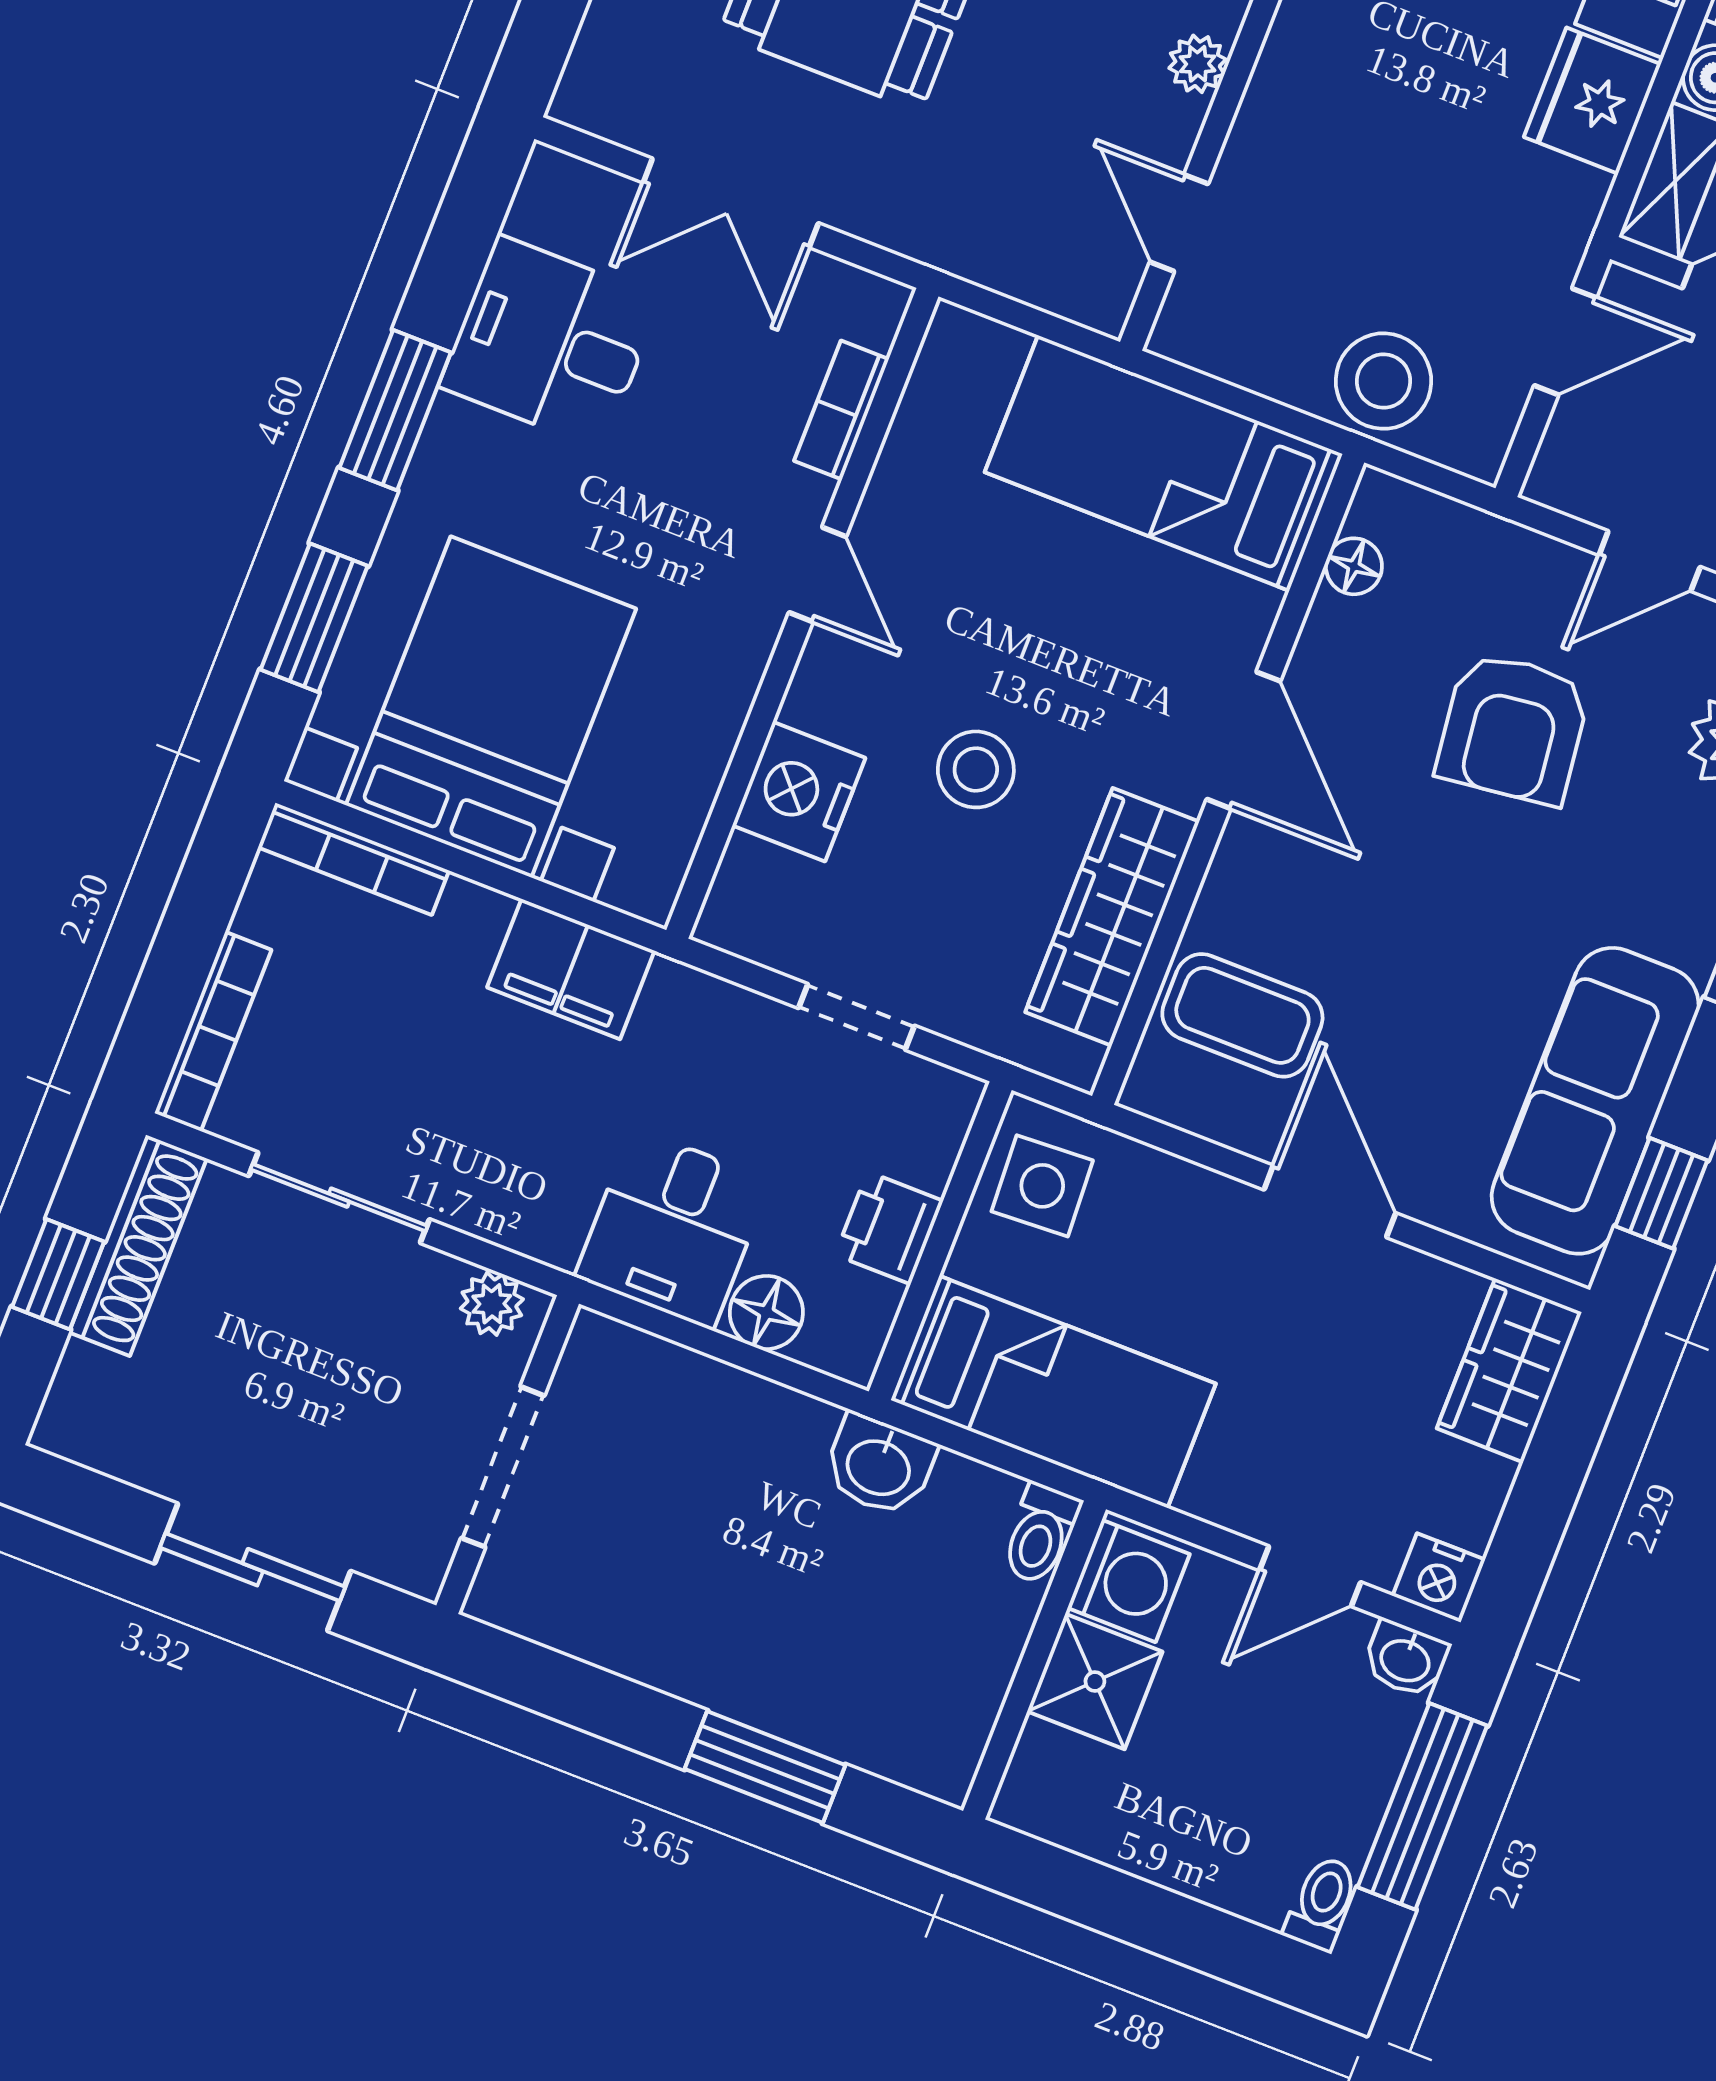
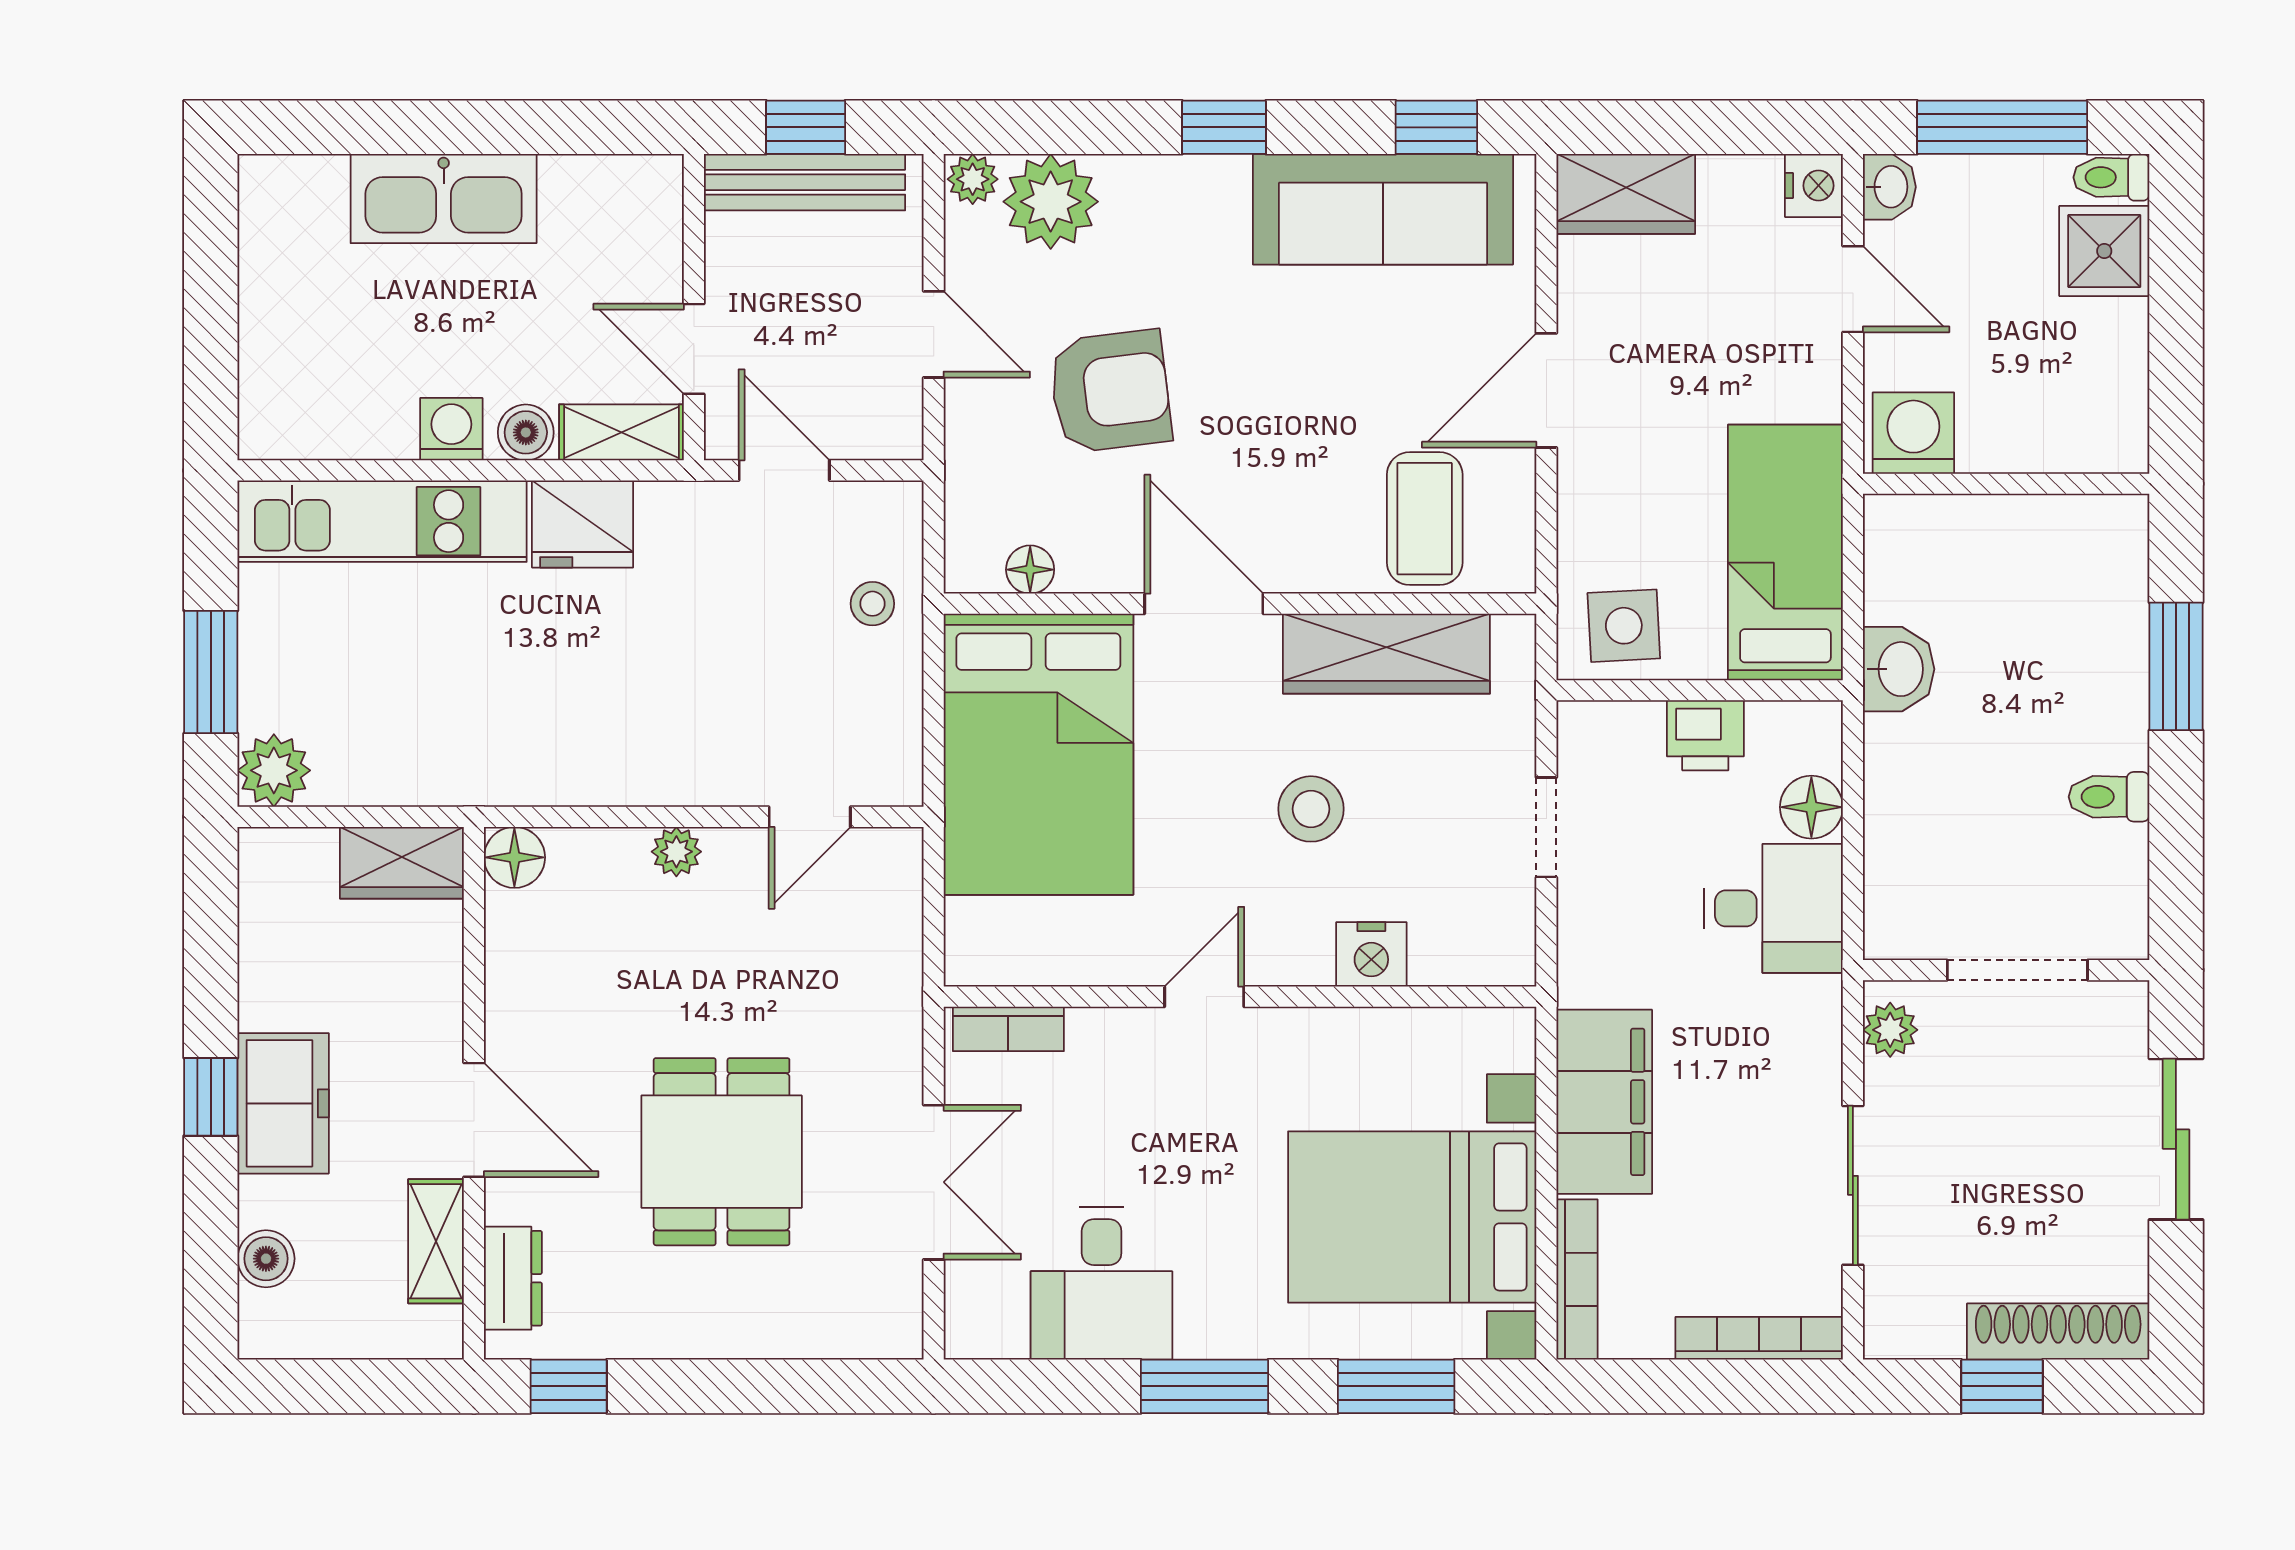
stool: (1383, 381) -> (872, 604), width x0.53, depth x0.53
bookcase: (841, 410) -> (1008, 1029), moved
bed: (1164, 463) -> (1038, 754), width x1.50
door: (1243, 740) -> (1204, 604), hinge flipped
nightstand: (799, 792) -> (1371, 954), width x0.74, depth x0.75
filing cabinet: (571, 969) -> (1604, 1102), width x1.50, depth x1.17
shoe rack: (138, 1245) -> (2058, 1332), moved
toilet: (1040, 1534) -> (2109, 797), moved, turned 180
shower: (1095, 1682) -> (2104, 251), moved

